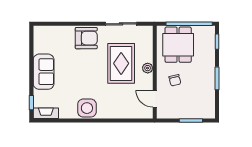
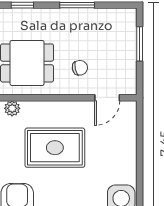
plant: (148, 68) -> (12, 108), moved

